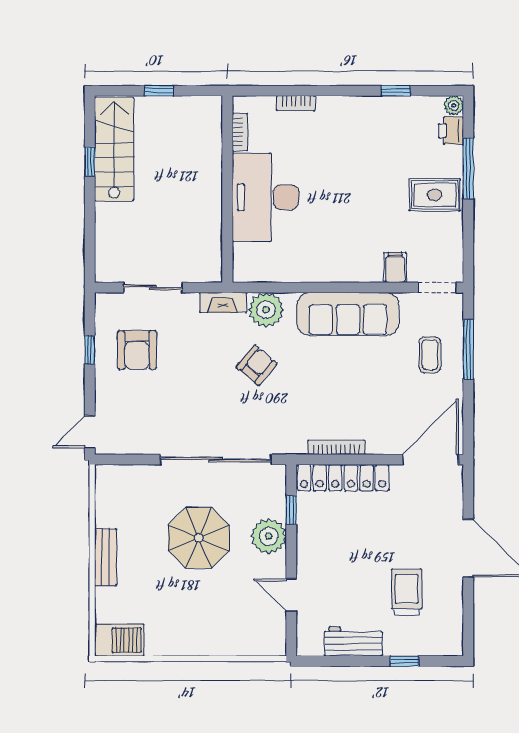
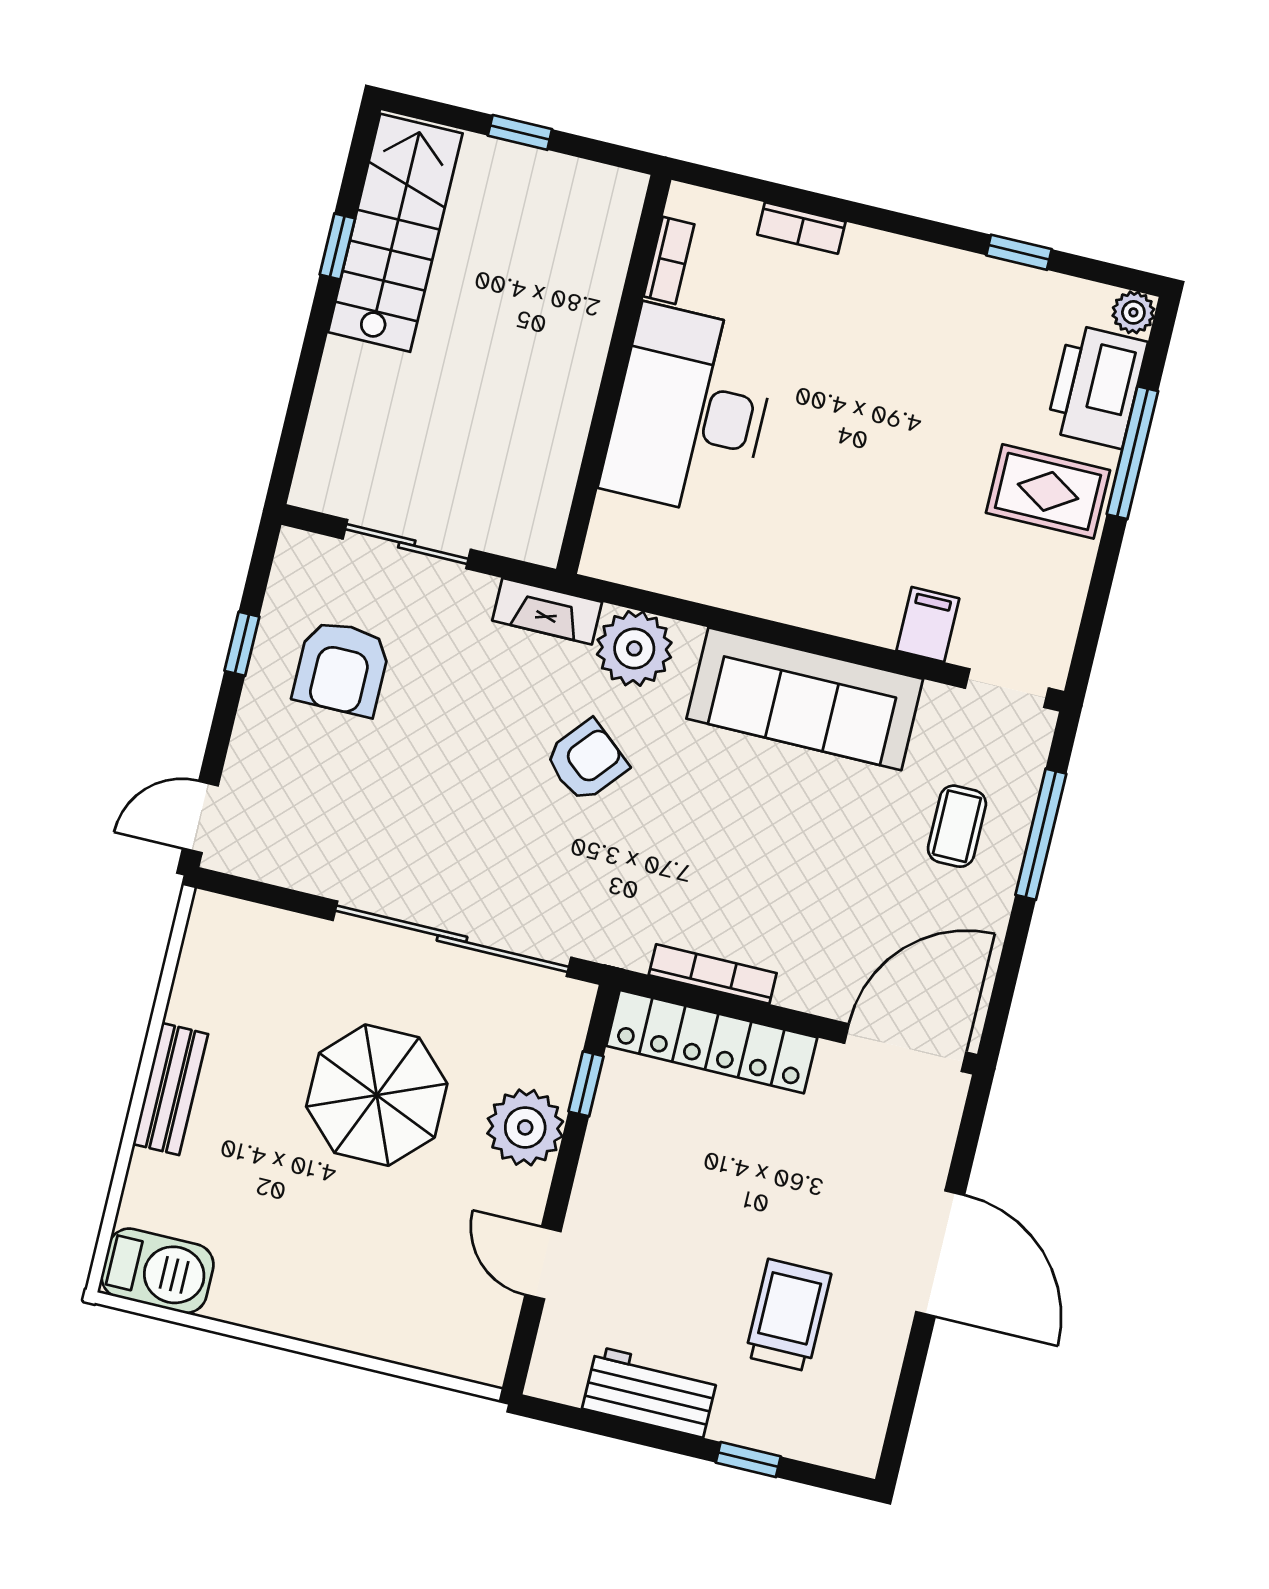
printer: (451, 131) -> (1097, 386), width x1.87, depth x1.48

